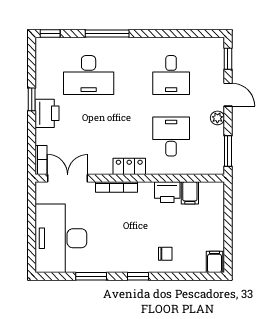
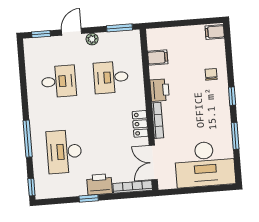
desk: (89, 75) -> (64, 152), turned 180
bookcase: (41, 160) -> (133, 187), width x1.56
locker: (129, 166) -> (140, 124), moved
printer: (167, 192) -> (160, 90), moved

